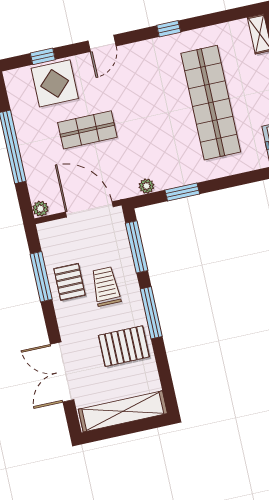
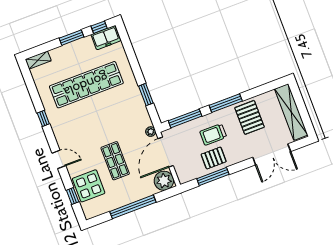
plant: (146, 186) -> (151, 132), moved
plant: (40, 209) -> (164, 181), width x1.88, depth x1.88

